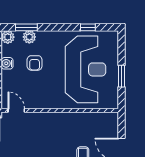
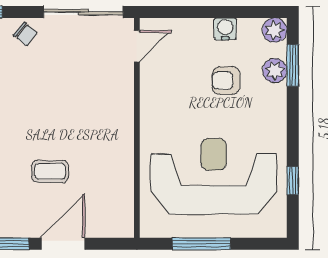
reception desk: (85, 69) -> (214, 176), turned 180
window: (121, 76) -> (201, 244), width x1.44

